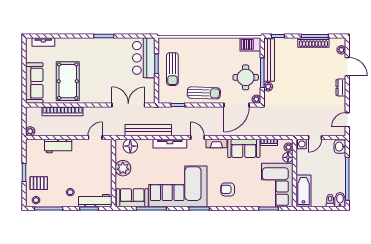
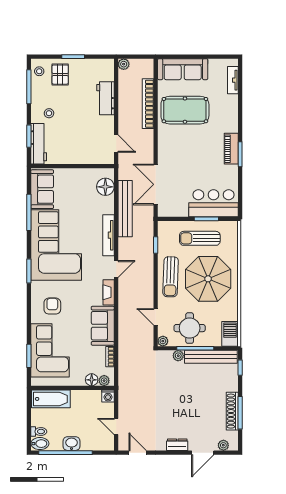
piano: (99, 43) -> (231, 149), added
parasol: (205, 62) -> (208, 279), added
double door: (128, 105) -> (156, 184), swing flipped
door: (237, 105) -> (156, 317), width x0.53
door: (315, 137) -> (116, 426), moved
washbasin: (340, 147) -> (72, 444), moved
plant: (123, 168) -> (78, 178), removed
corner sofa: (277, 185) -> (50, 350), moved, turned 90

